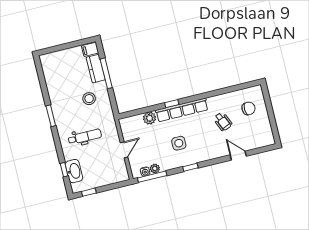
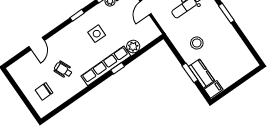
window: (106, 73) -> (190, 73), width x0.69
door: (238, 156) -> (37, 44), hinge flipped

